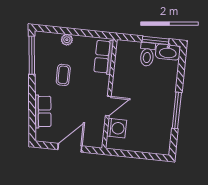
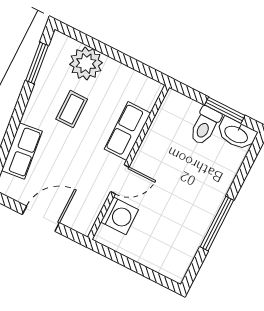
plant: (67, 40) -> (86, 63), width x1.87, depth x1.87
window: (32, 55) -> (37, 63), width x0.69
row of seats: (104, 57) -> (128, 131), moved

